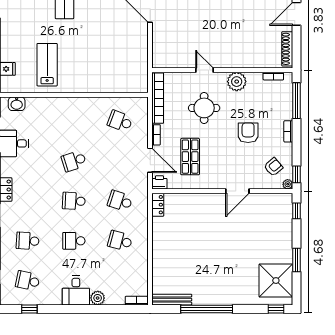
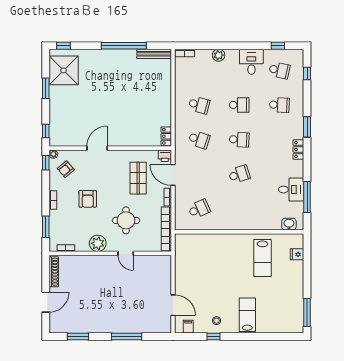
window: (297, 101) -> (46, 227), width x0.69
school desk: (120, 121) -> (199, 209), turned -45
desk: (76, 290) -> (251, 62), moved

